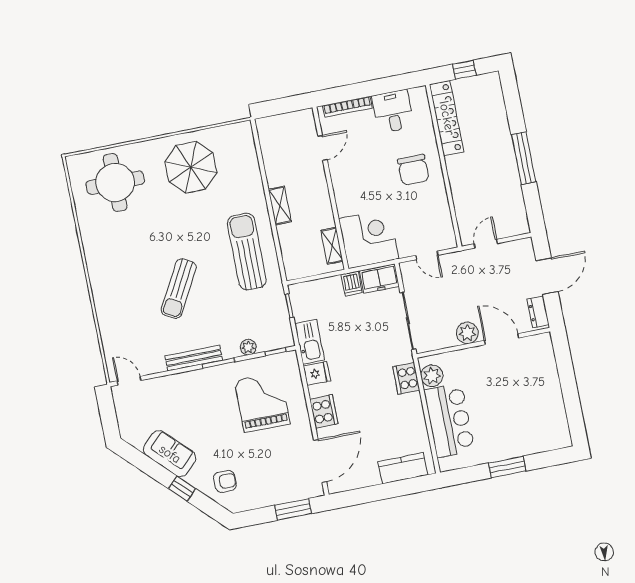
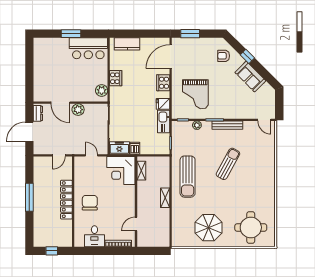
locker: (447, 118) -> (66, 200), moved
cooker: (406, 378) -> (116, 78), moved
bar counter: (449, 420) -> (88, 48), moved, turned -90

